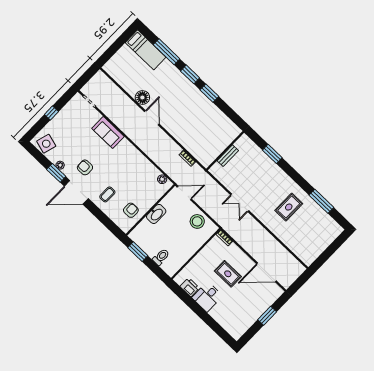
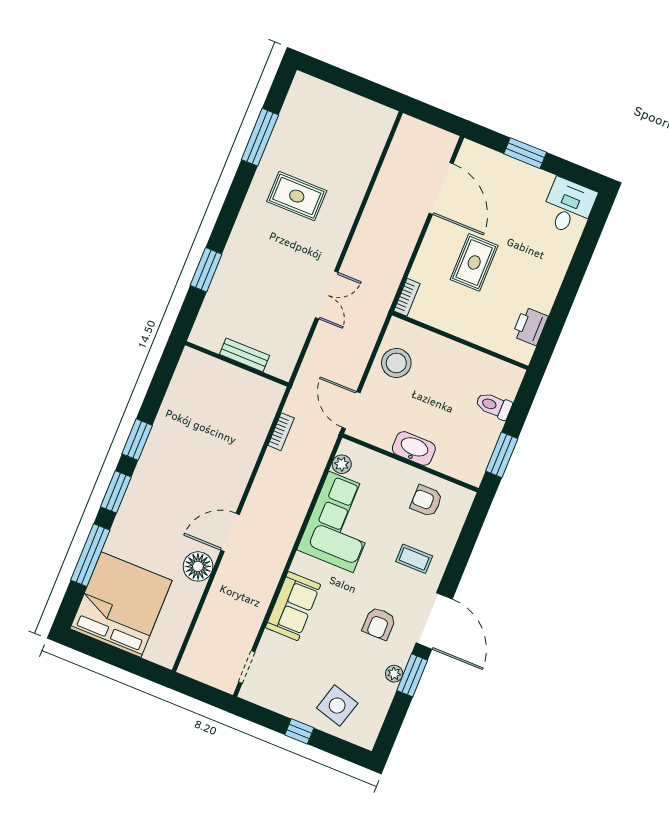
bed: (146, 50) -> (121, 605), width x2.04
side table: (46, 144) -> (337, 706), moved
corner sofa: (137, 169) -> (341, 522), added
desk: (207, 297) -> (568, 207), moved, turned -90

